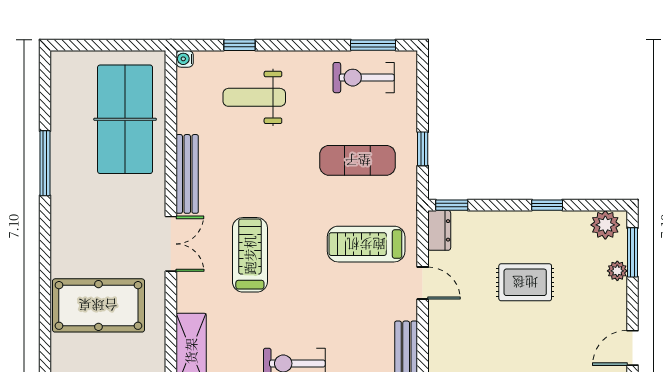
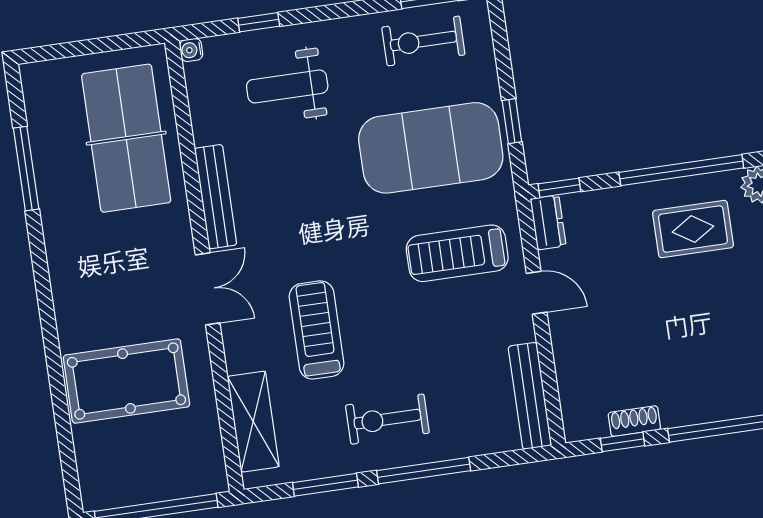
exercise mat: (358, 160) -> (431, 148), width x2.00, depth x1.45
window: (45, 163) -> (26, 169), moved
window: (547, 205) -> (681, 170), width x3.17
treadmill: (250, 255) -> (317, 330), moved
rug: (525, 282) -> (693, 229), moved

